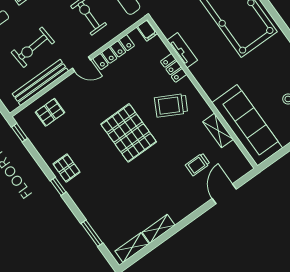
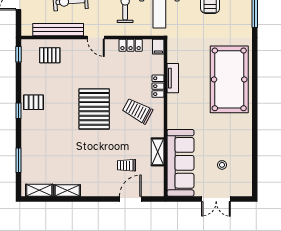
locker: (114, 52) -> (131, 45), width x0.66
pallet: (67, 168) -> (34, 102), turned 90

